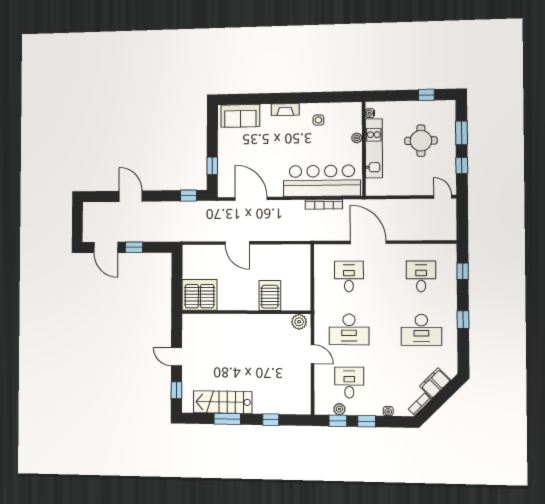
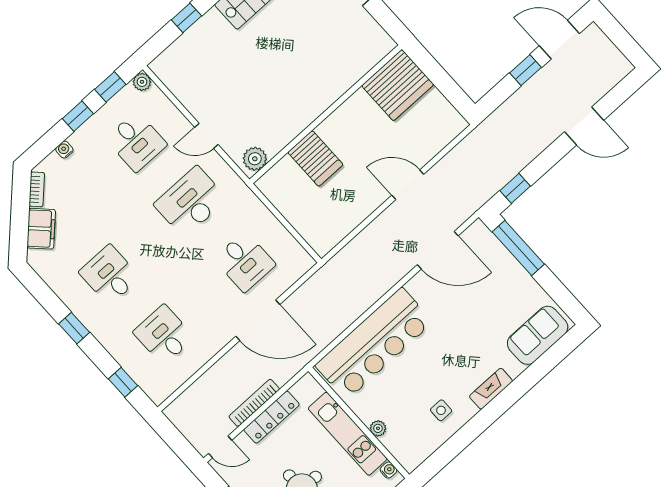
window: (212, 166) -> (518, 248), width x2.17
locker: (404, 189) -> (272, 417), added
bookcase: (324, 204) -> (254, 403), moved
desk: (421, 276) -> (164, 335), turned 180
desk: (421, 330) -> (110, 275), width x0.73
plant: (339, 409) -> (142, 82), moved

